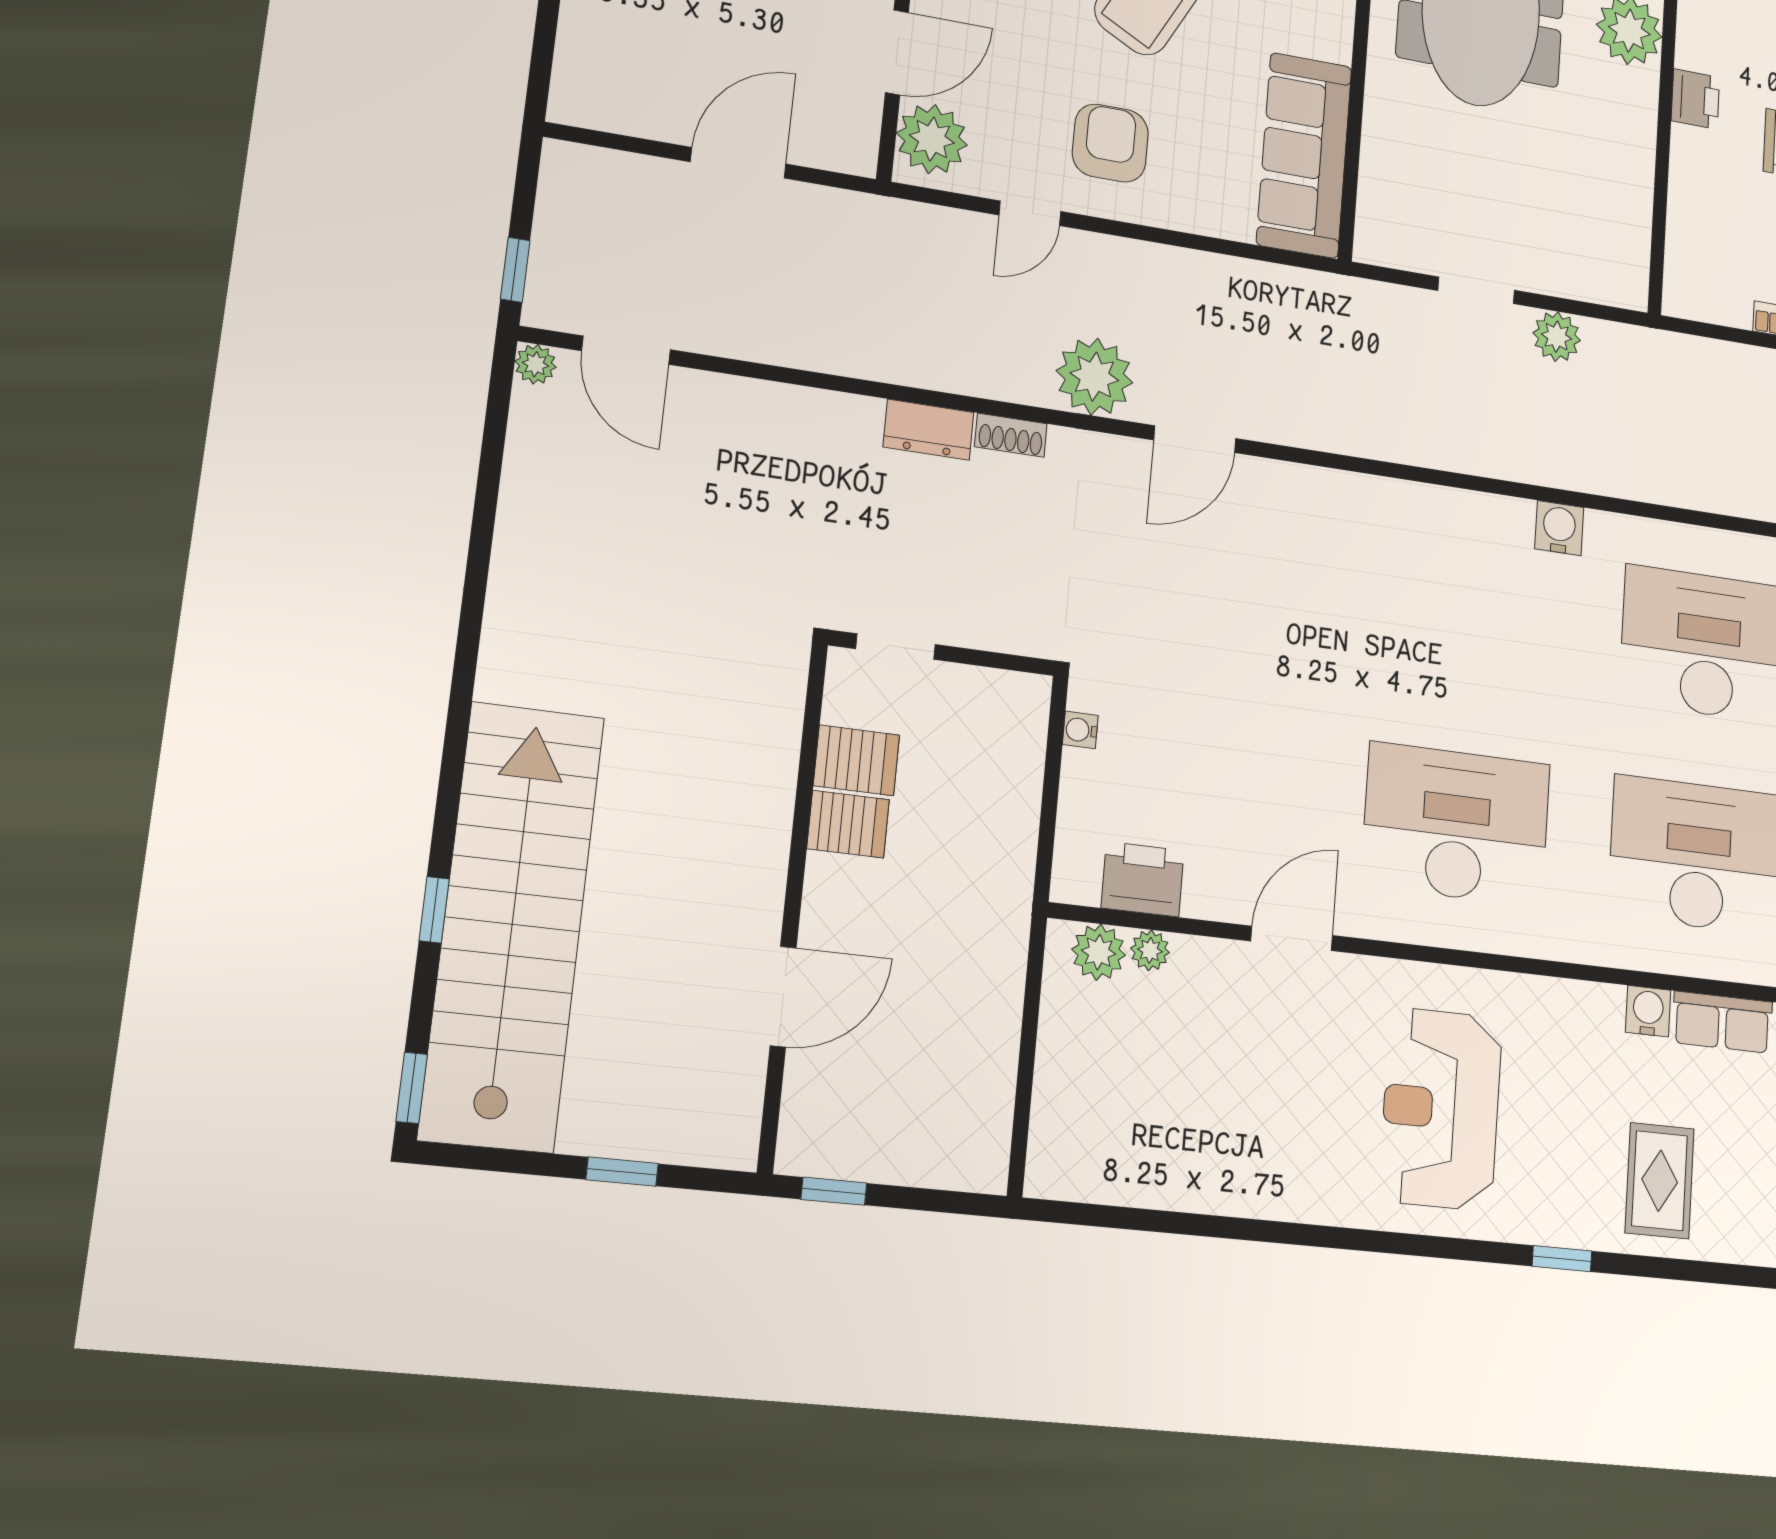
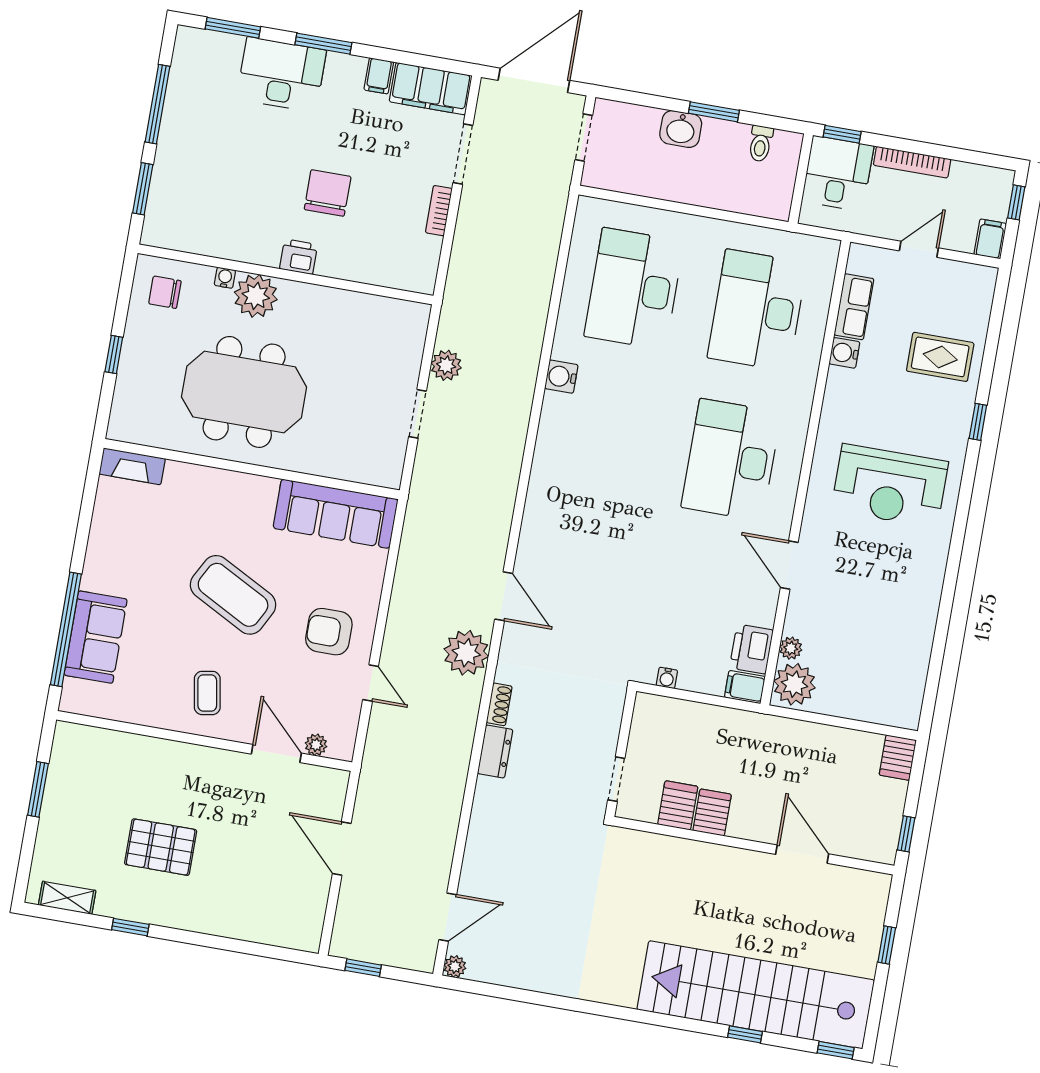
plant: (932, 139) -> (316, 745), width x0.53, depth x0.53
window: (515, 270) -> (363, 968), moved
filing cabinet: (1076, 871) -> (745, 687), added
plant: (1099, 952) -> (794, 684), width x1.36, depth x1.36
server rack: (972, 1163) -> (898, 757), added

